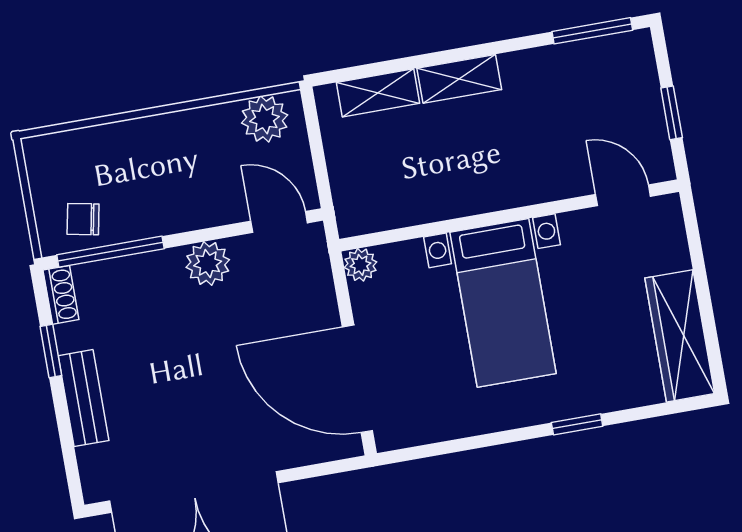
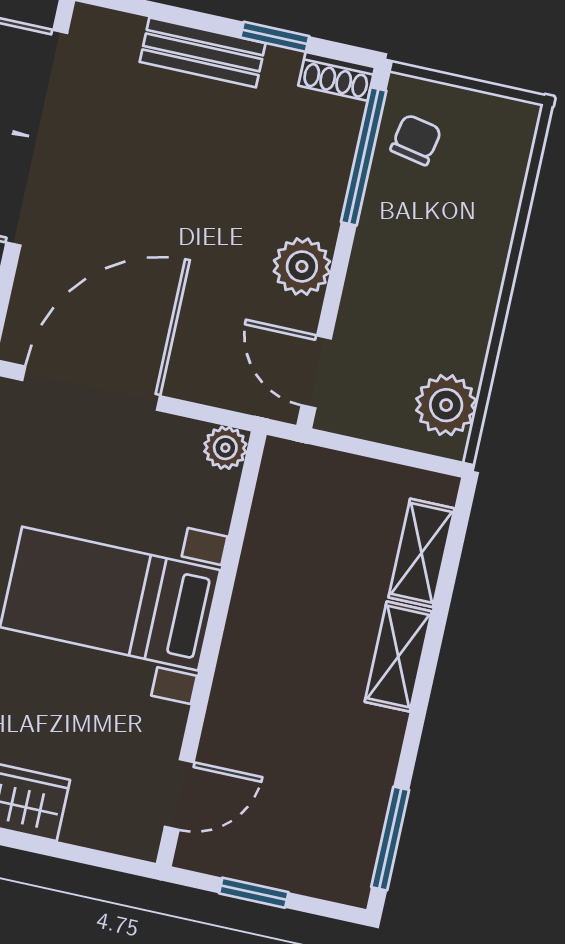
door: (279, 222) -> (316, 372), swing flipped

